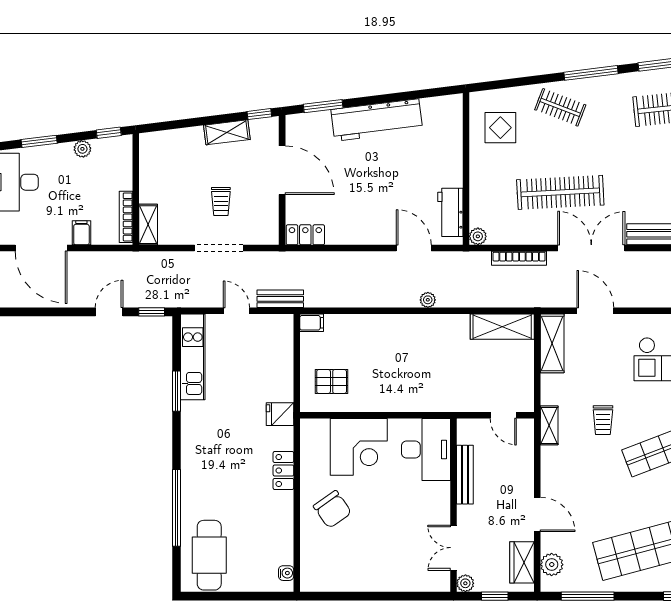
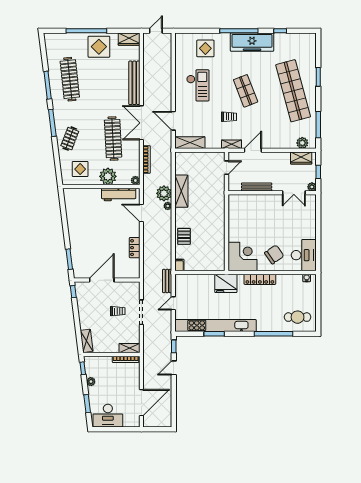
workbench: (377, 120) -> (76, 232), removed
shelving: (227, 132) -> (87, 341), moved
plant: (486, 182) -> (108, 176), added
workbench: (450, 212) -> (119, 194), width x1.37
filing cabinet: (81, 233) -> (134, 382), removed
locker: (305, 235) -> (135, 248), moved
door: (414, 248) -> (141, 213), hinge flipped
plant: (452, 292) -> (164, 193), added
door: (595, 311) -> (173, 121), hinge flipped
door: (109, 312) -> (174, 368), hinge flipped
shelving: (502, 327) -> (181, 191), moved
kitchen unit: (193, 357) -> (215, 325), width x1.86
pallet: (332, 382) -> (184, 236), moved
fridge: (280, 414) -> (226, 283), width x1.88, depth x1.34
corner desk: (359, 447) -> (242, 257), moved
desk: (426, 450) -> (304, 255), moved, turned 90
locker: (283, 470) -> (260, 279), width x1.53
door: (537, 514) -> (253, 150), moved
cafe table: (209, 555) -> (298, 317), width x0.73, depth x0.74

